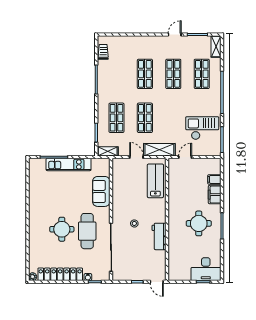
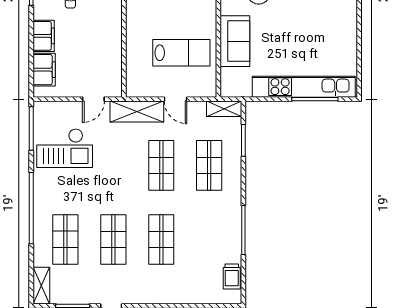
kitchen unit: (69, 164) -> (304, 87), width x1.36
filing cabinet: (214, 179) -> (44, 70), width x2.00
lab bench: (155, 181) -> (181, 53), moved, turned -90

